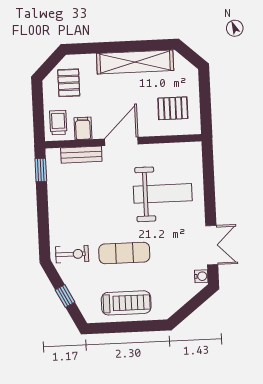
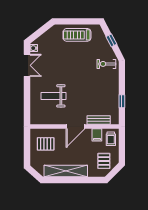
window: (41, 170) -> (122, 101), moved
weight bench: (163, 193) -> (53, 96), width x0.73, depth x0.75
double door: (212, 245) -> (27, 65), swing flipped
exercise mat: (124, 253) -> (77, 63), removed

